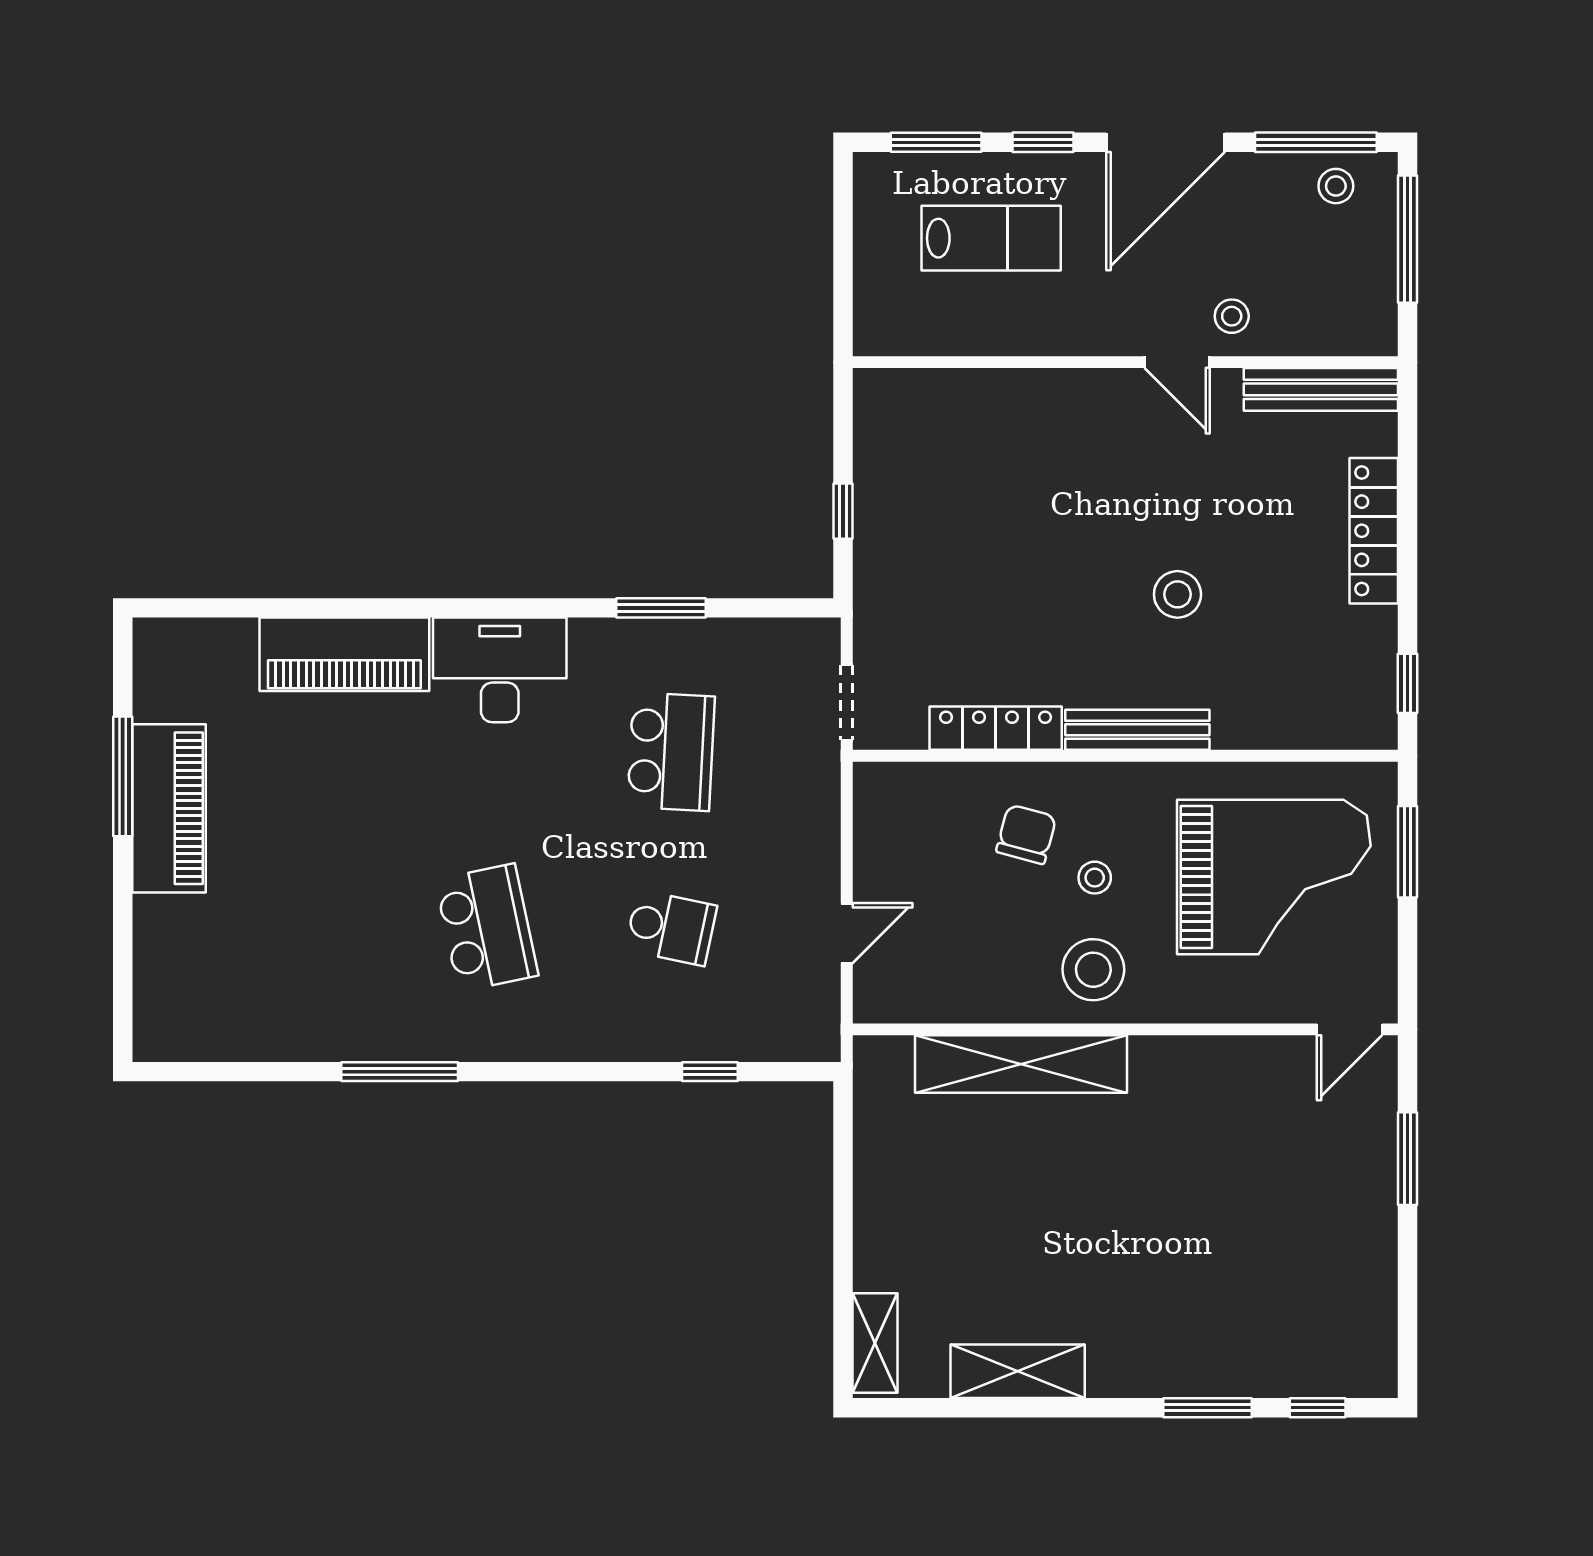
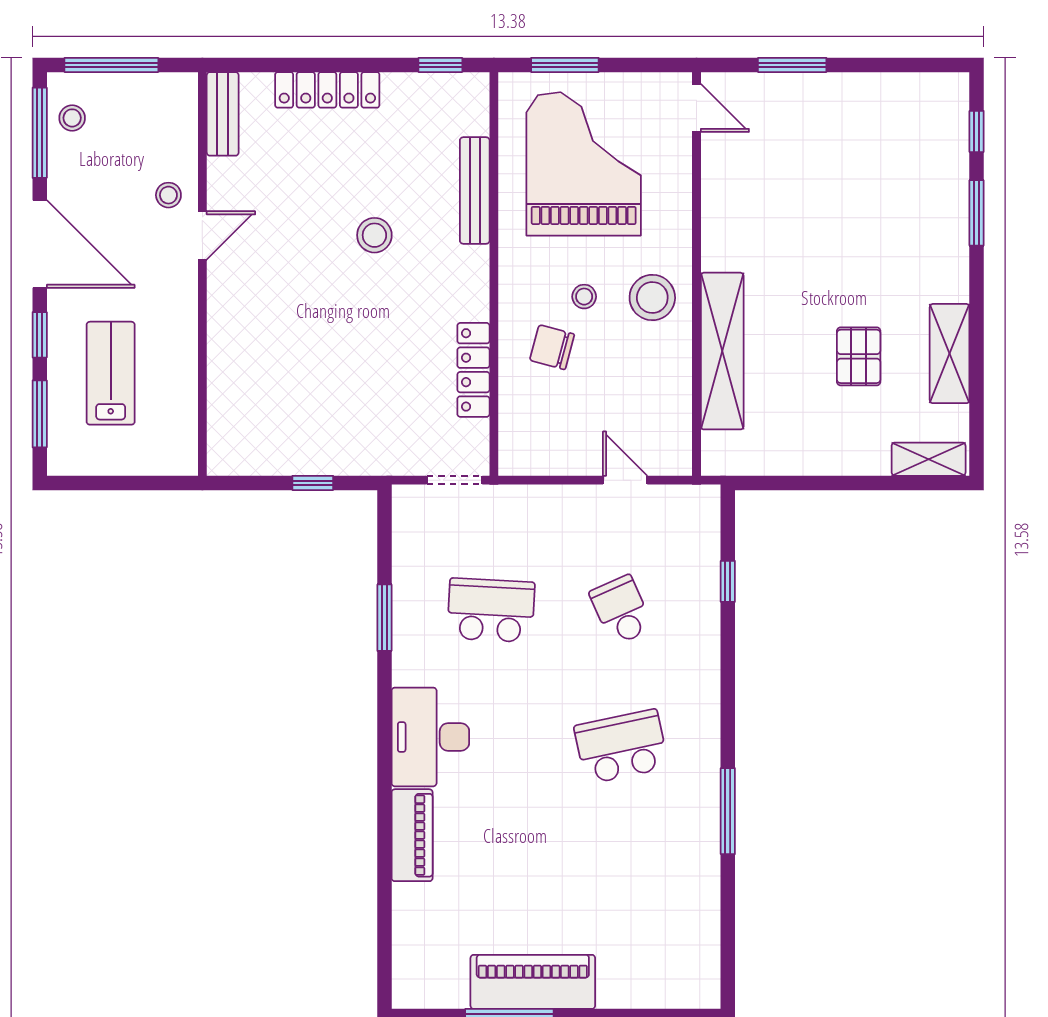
bench: (1321, 389) -> (223, 114), width x0.73
piano: (344, 654) -> (412, 835), width x0.73, depth x0.75
bench: (1137, 730) -> (475, 191), moved
school desk: (671, 928) -> (621, 610), turned -36
pallet: (1014, 1248) -> (859, 356), added

